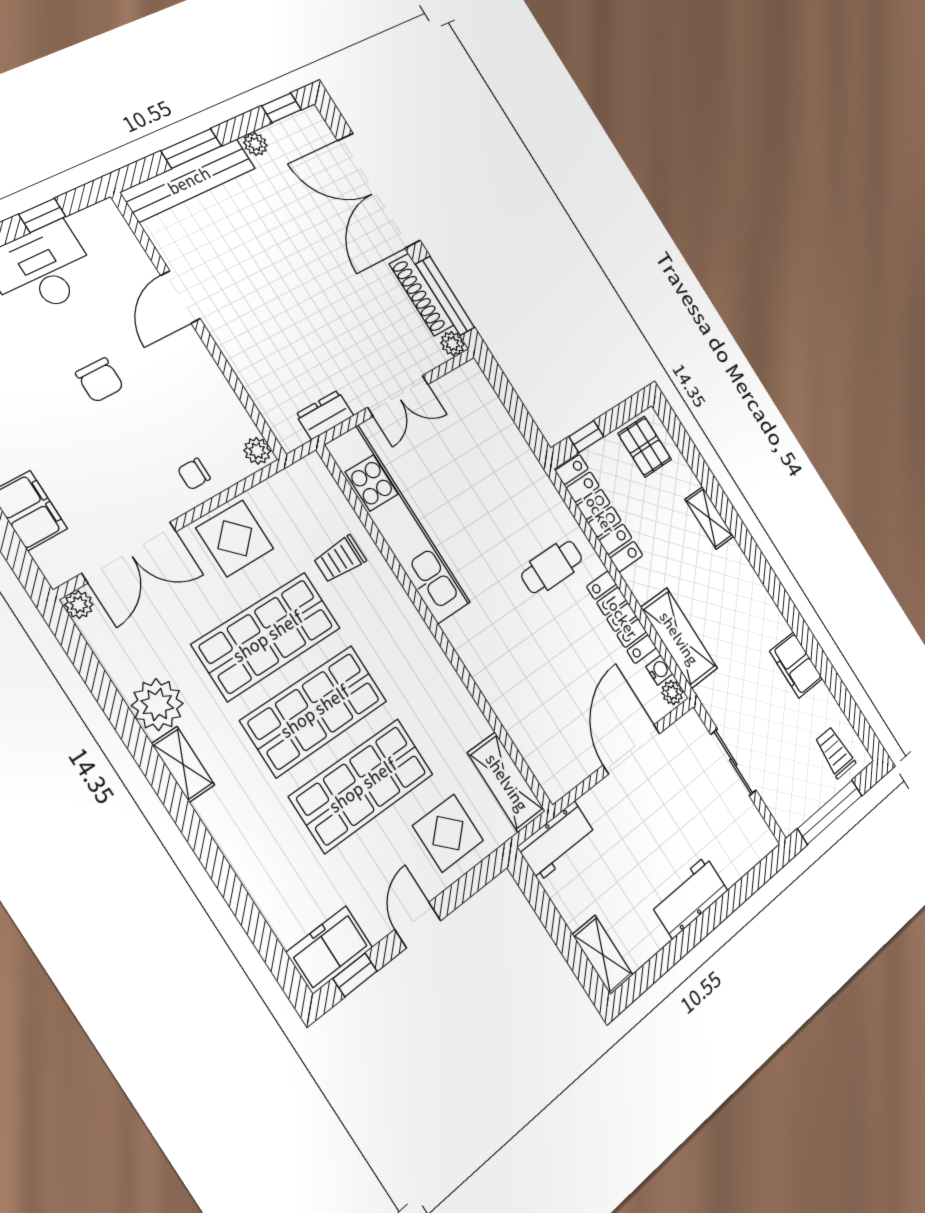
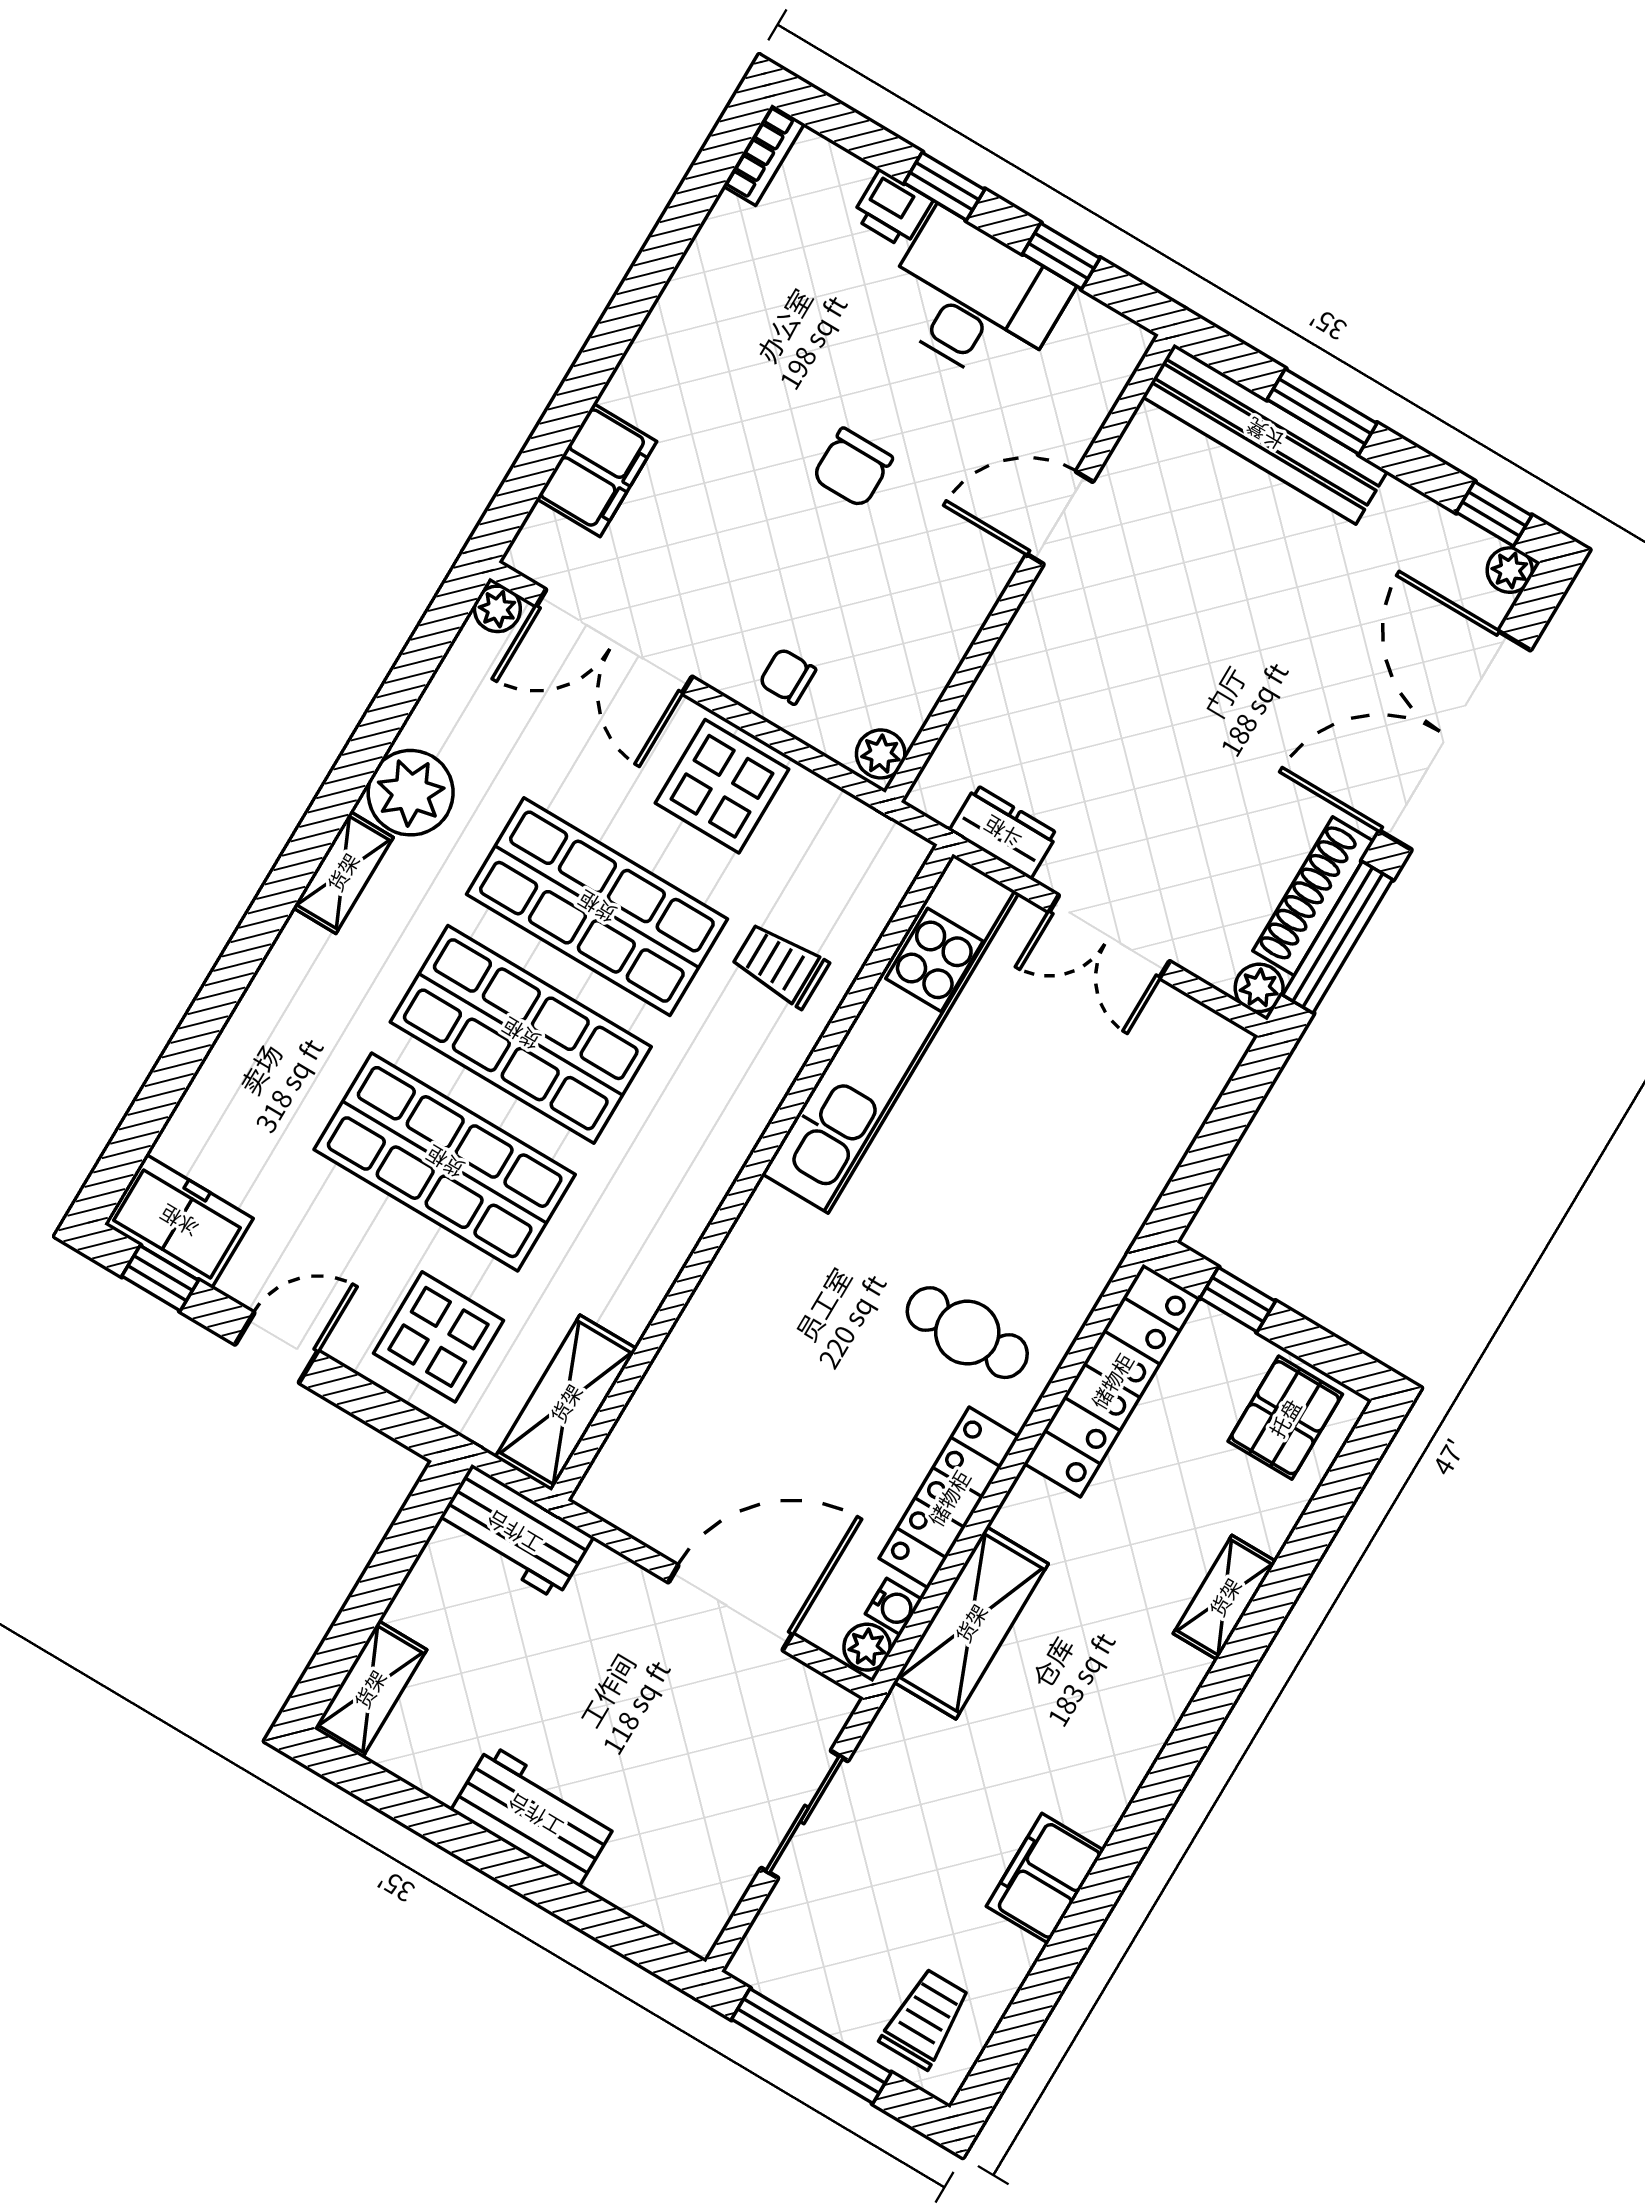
plant: (255, 144) -> (1510, 570), moved

